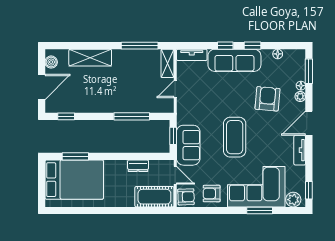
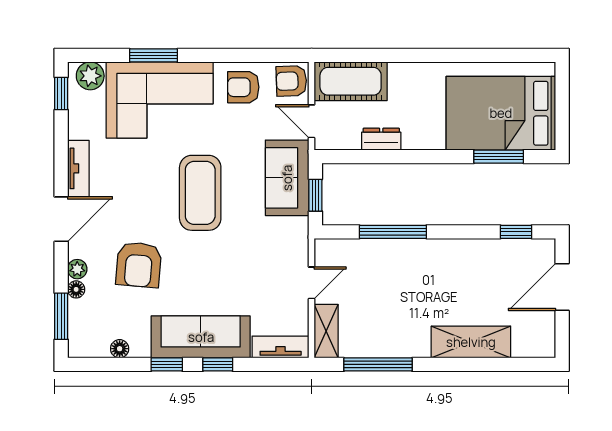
boiler: (51, 62) -> (544, 334), removed
armchair: (212, 194) -> (243, 87), turned 180

